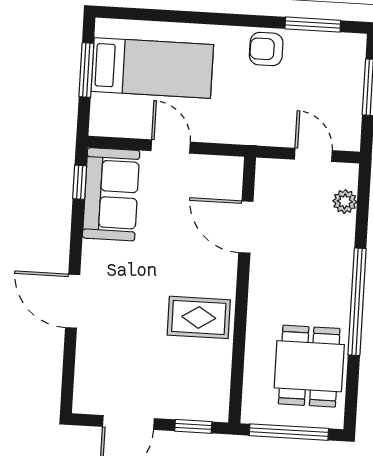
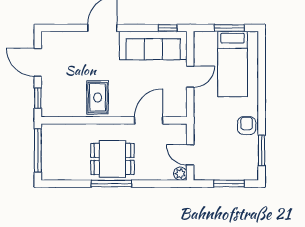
door: (313, 155) -> (190, 155), swing flipped
sofa: (111, 194) -> (153, 46), width x1.36
plant: (345, 201) -> (180, 174), moved
window: (357, 302) -> (111, 184), width x0.68
dining table: (309, 366) -> (112, 159), moved

